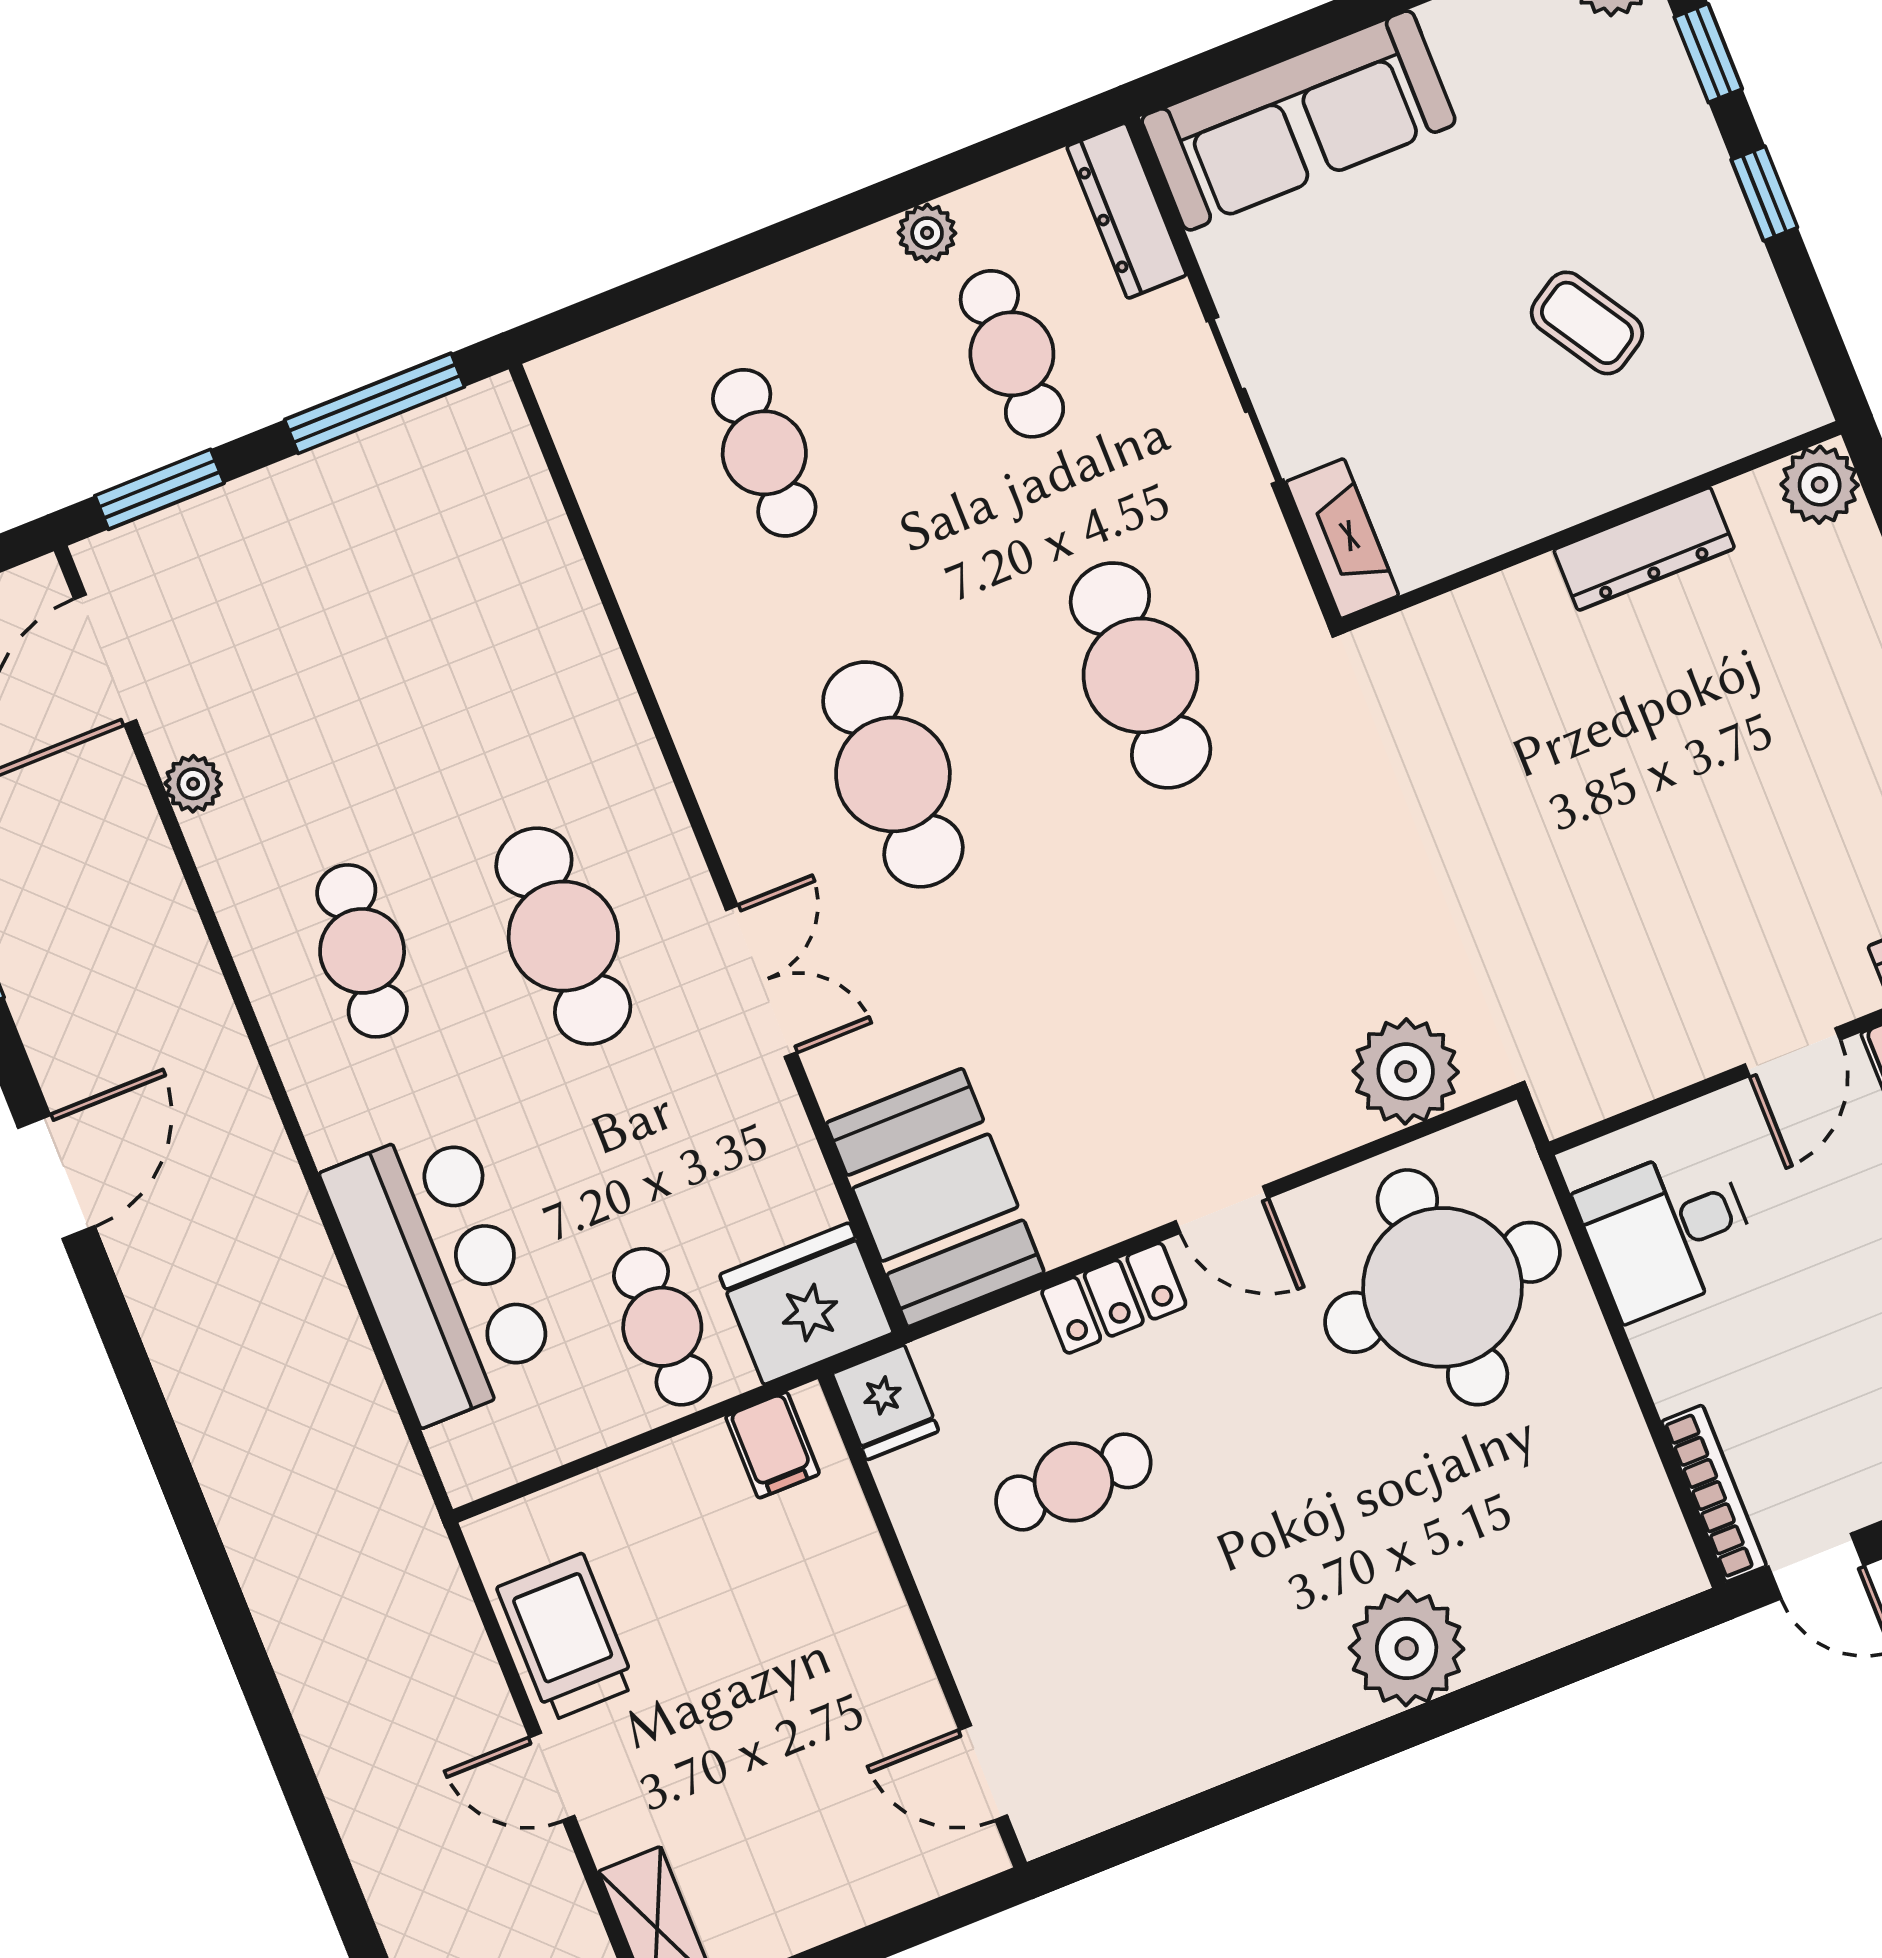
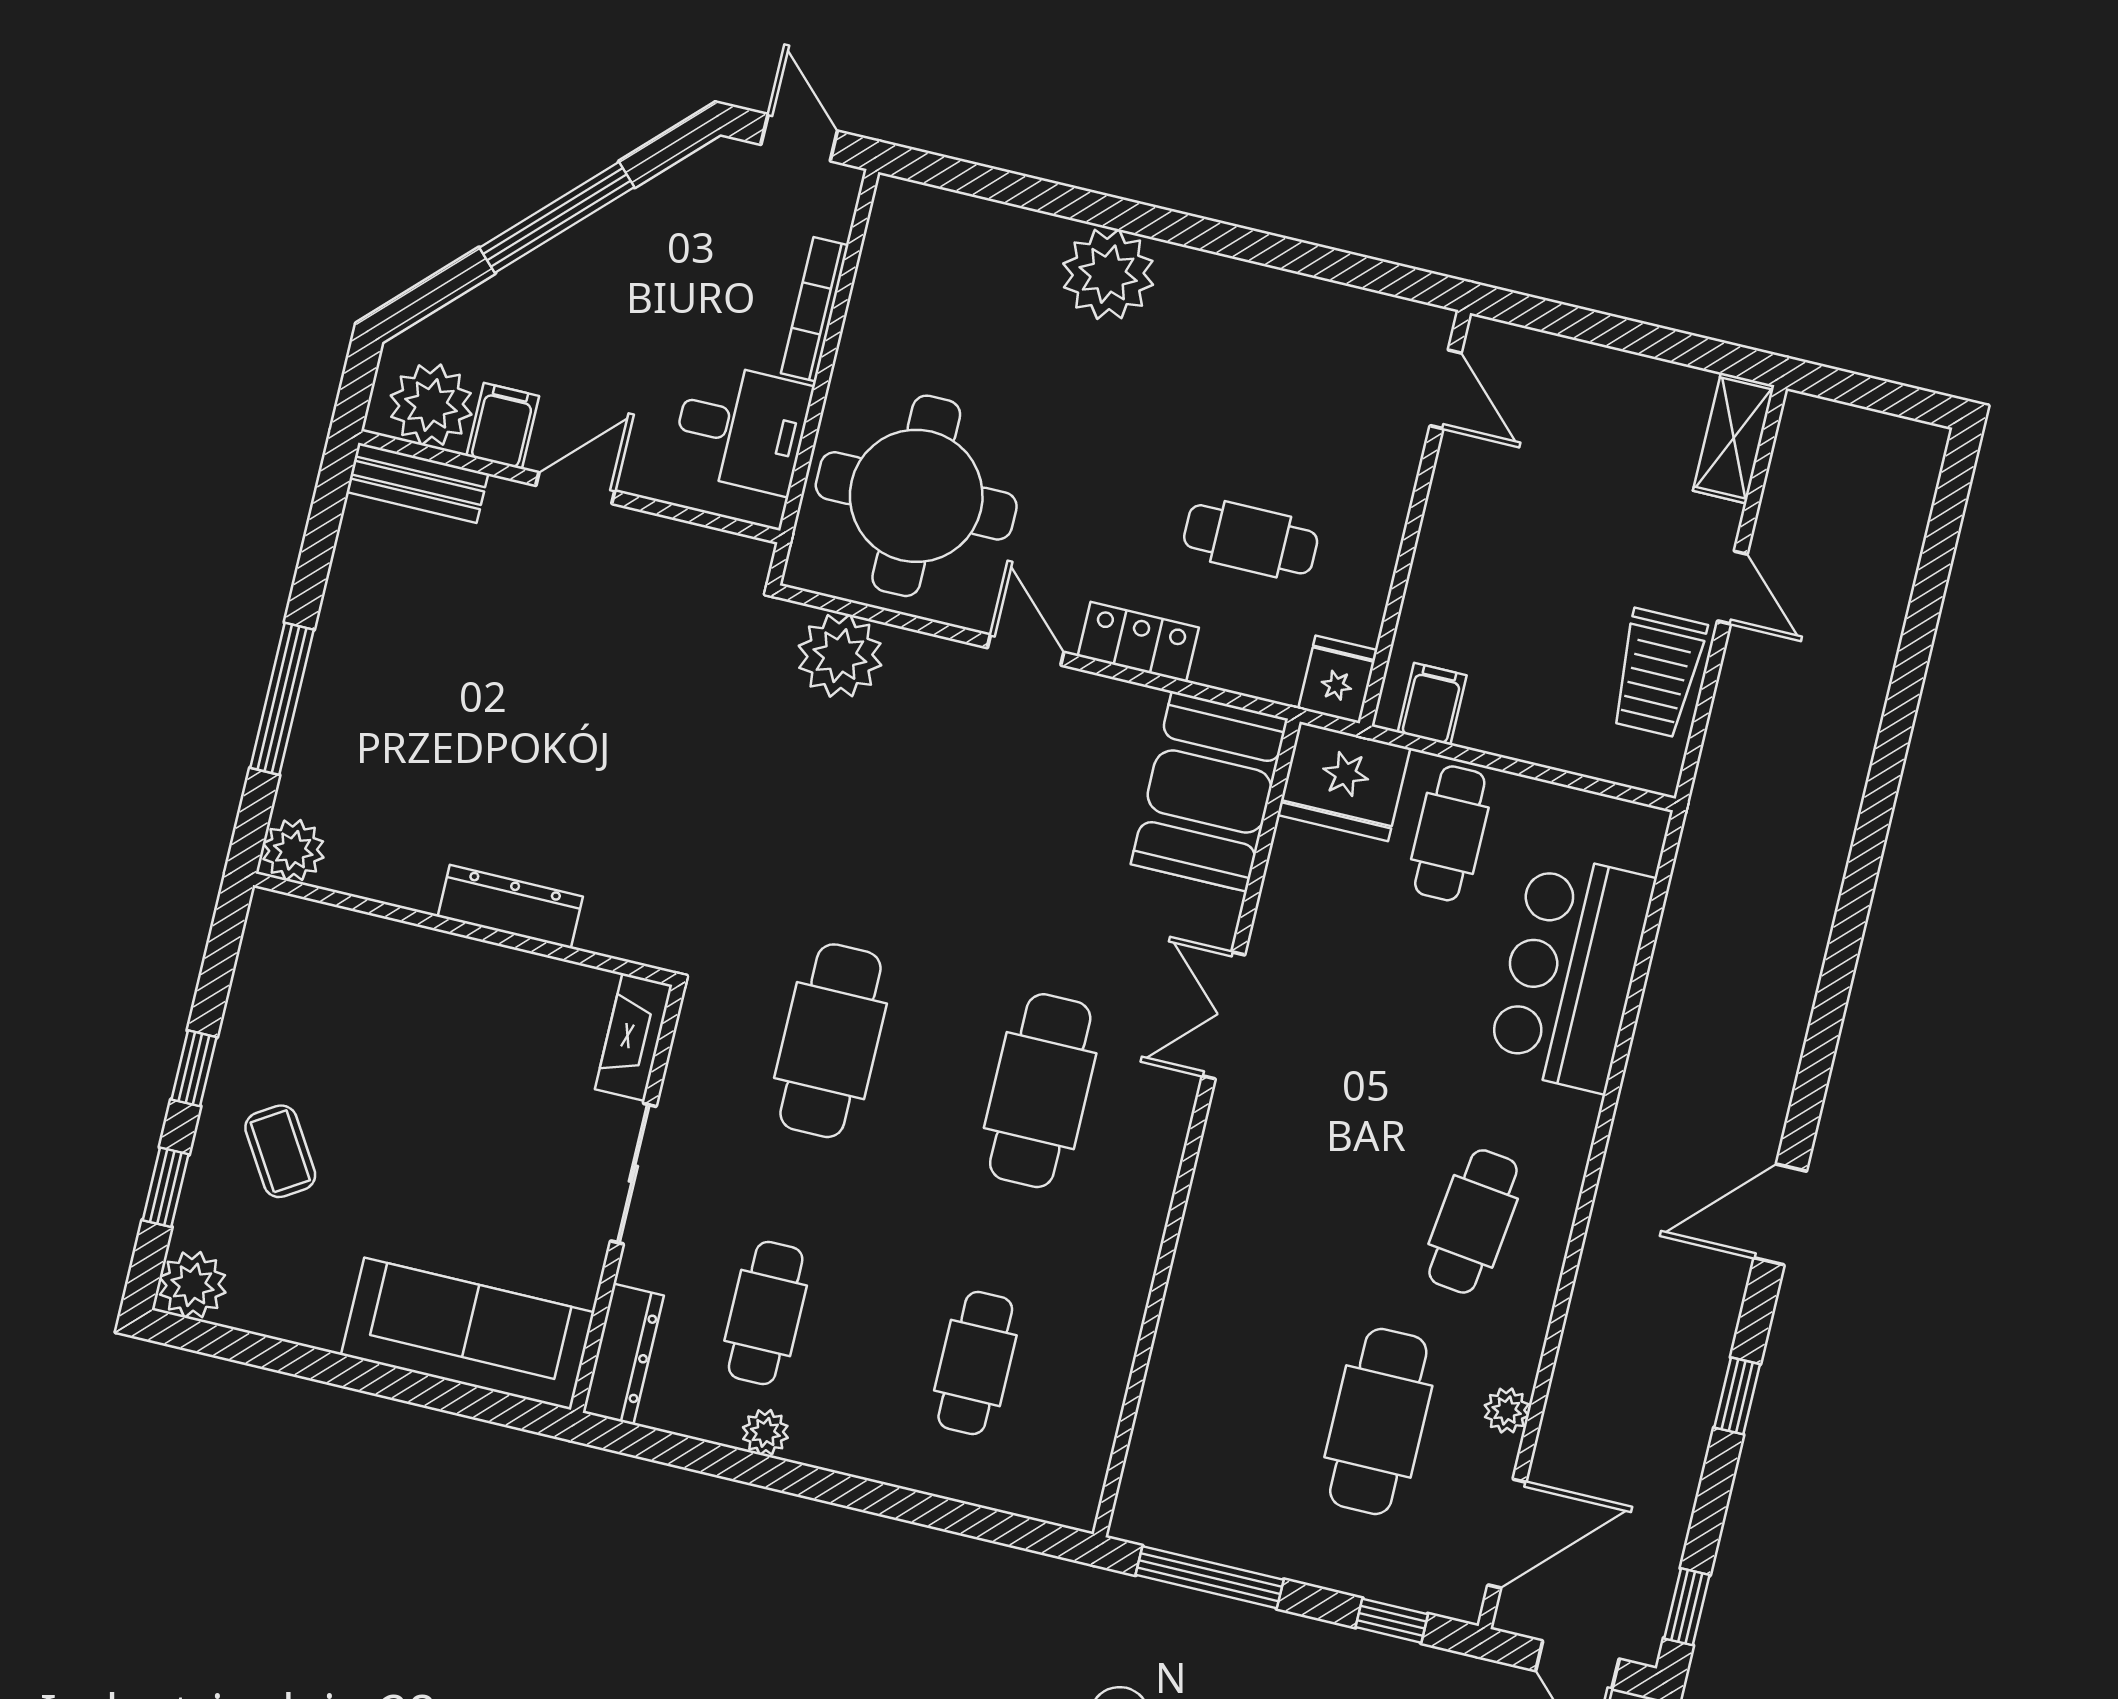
coffee table: (1587, 323) -> (280, 1151), moved
window: (160, 489) -> (1392, 1621), width x0.67
dresser: (1644, 549) -> (510, 907), moved
cafe table: (563, 936) -> (1378, 1421), moved
bookcase: (1714, 1494) -> (815, 309), moved

